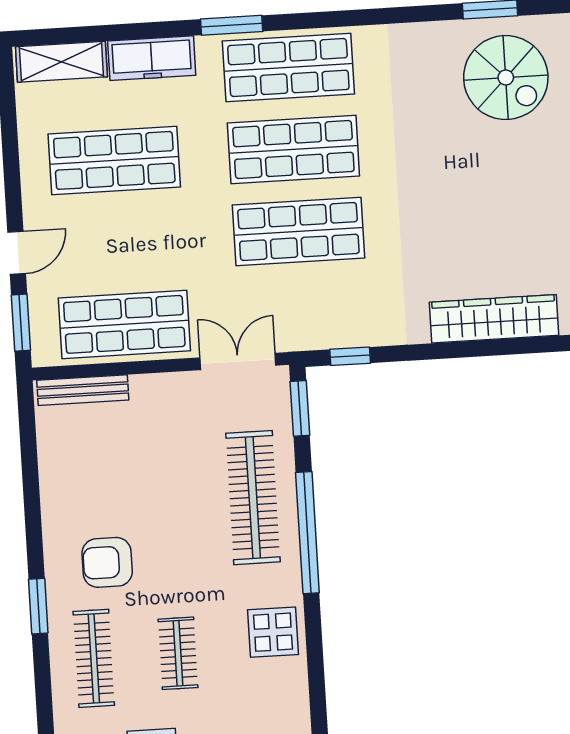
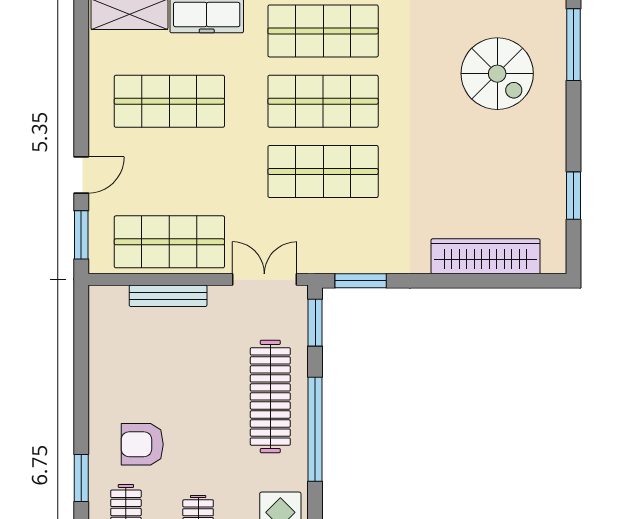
spiral stairs: (506, 78) -> (497, 74), moved
window: (350, 356) -> (361, 281), width x1.50
bench: (83, 390) -> (168, 296), moved

